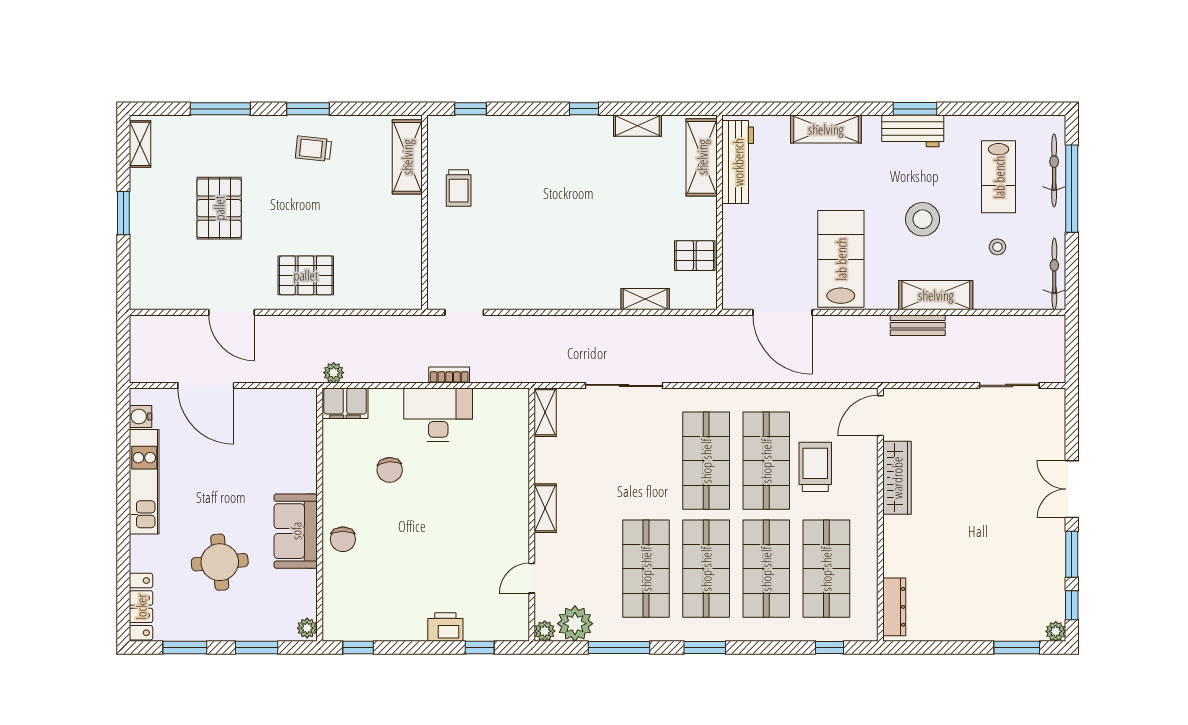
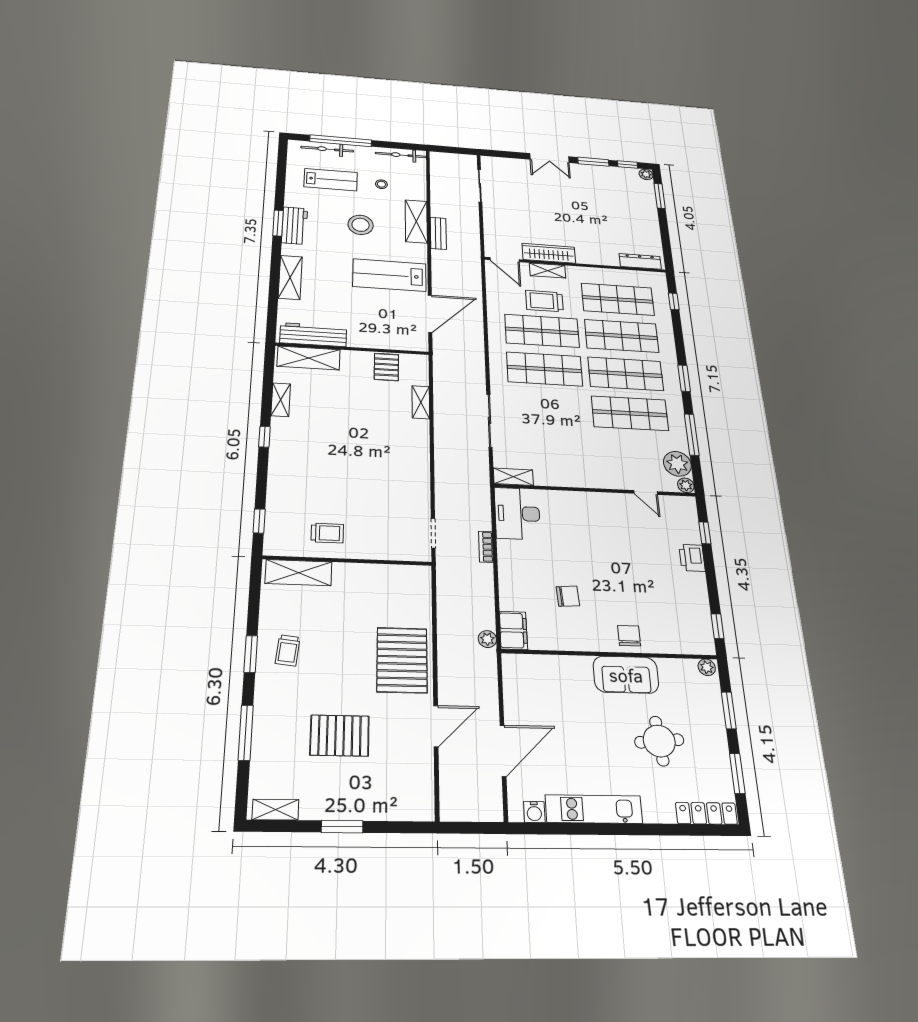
pallet: (306, 275) -> (402, 660), width x1.37, depth x1.41
desk: (438, 415) -> (517, 513), moved
shelving: (545, 508) -> (547, 271), moved
chair: (343, 539) -> (629, 636), turned -90

